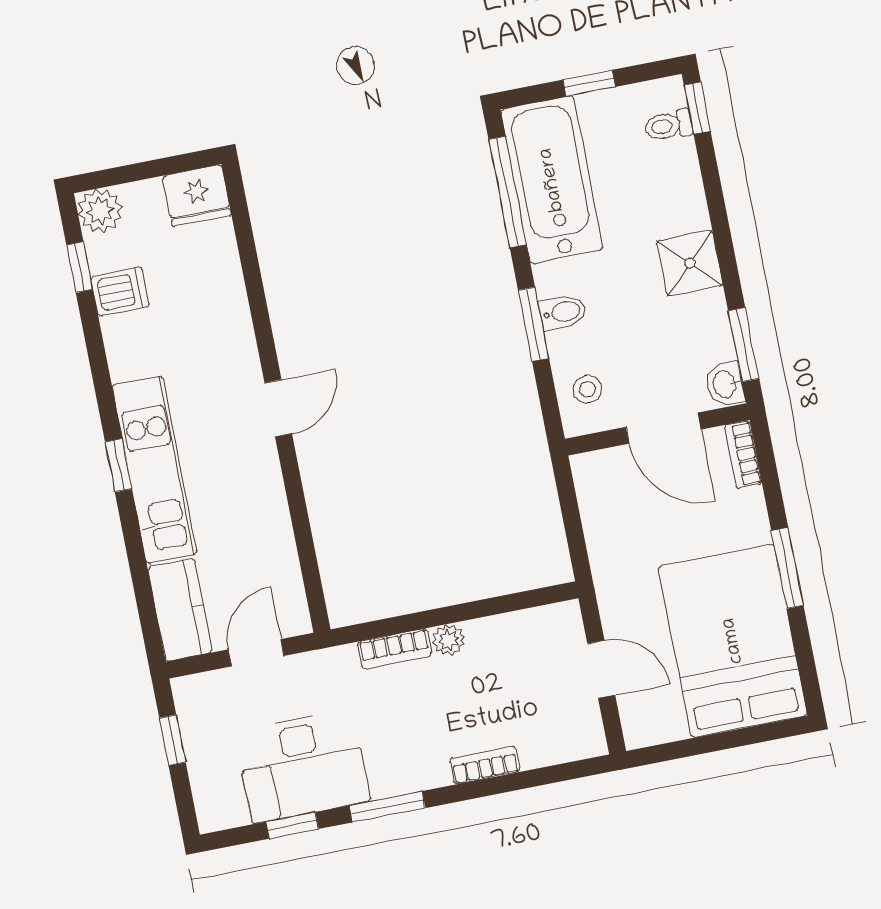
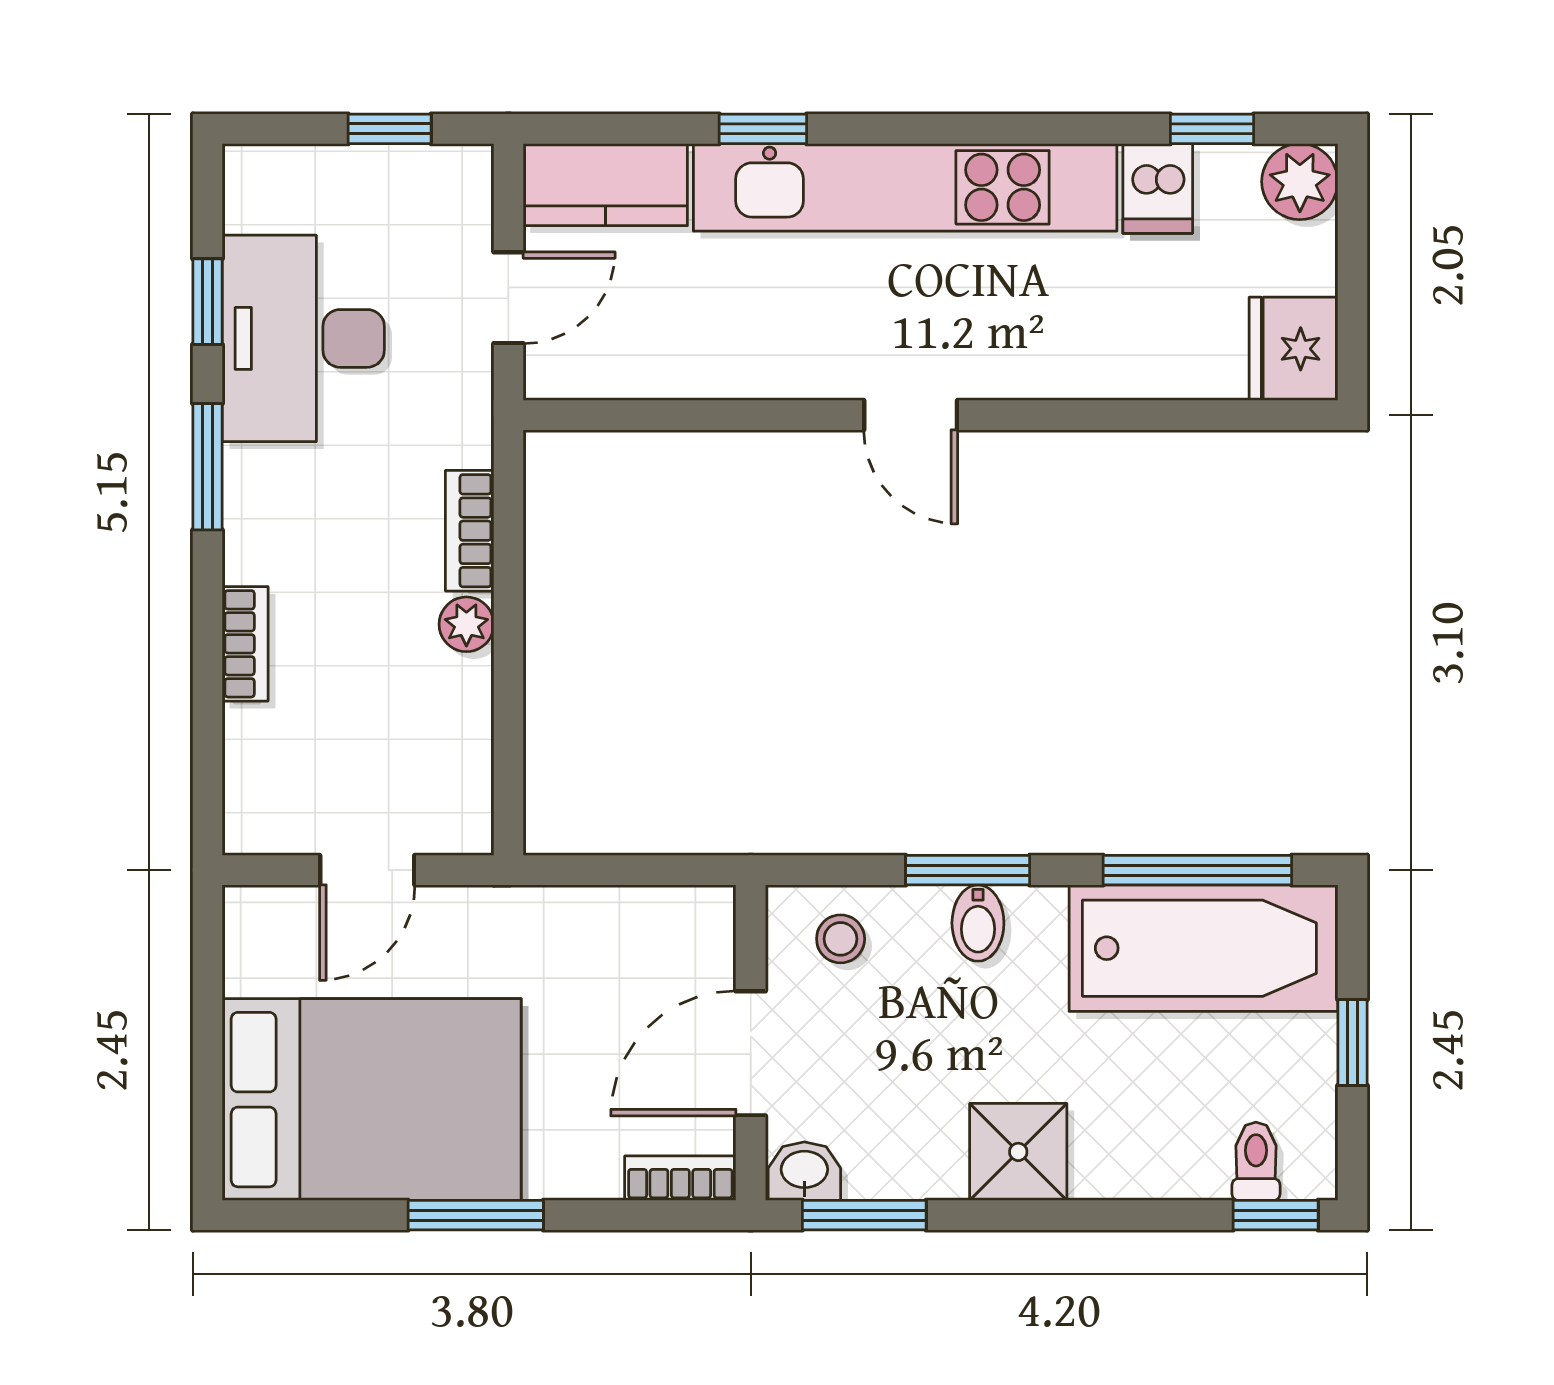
window: (118, 465) -> (763, 129), moved
kitchen unit: (154, 470) -> (905, 187), width x1.36
door: (256, 653) -> (508, 298), hinge flipped

